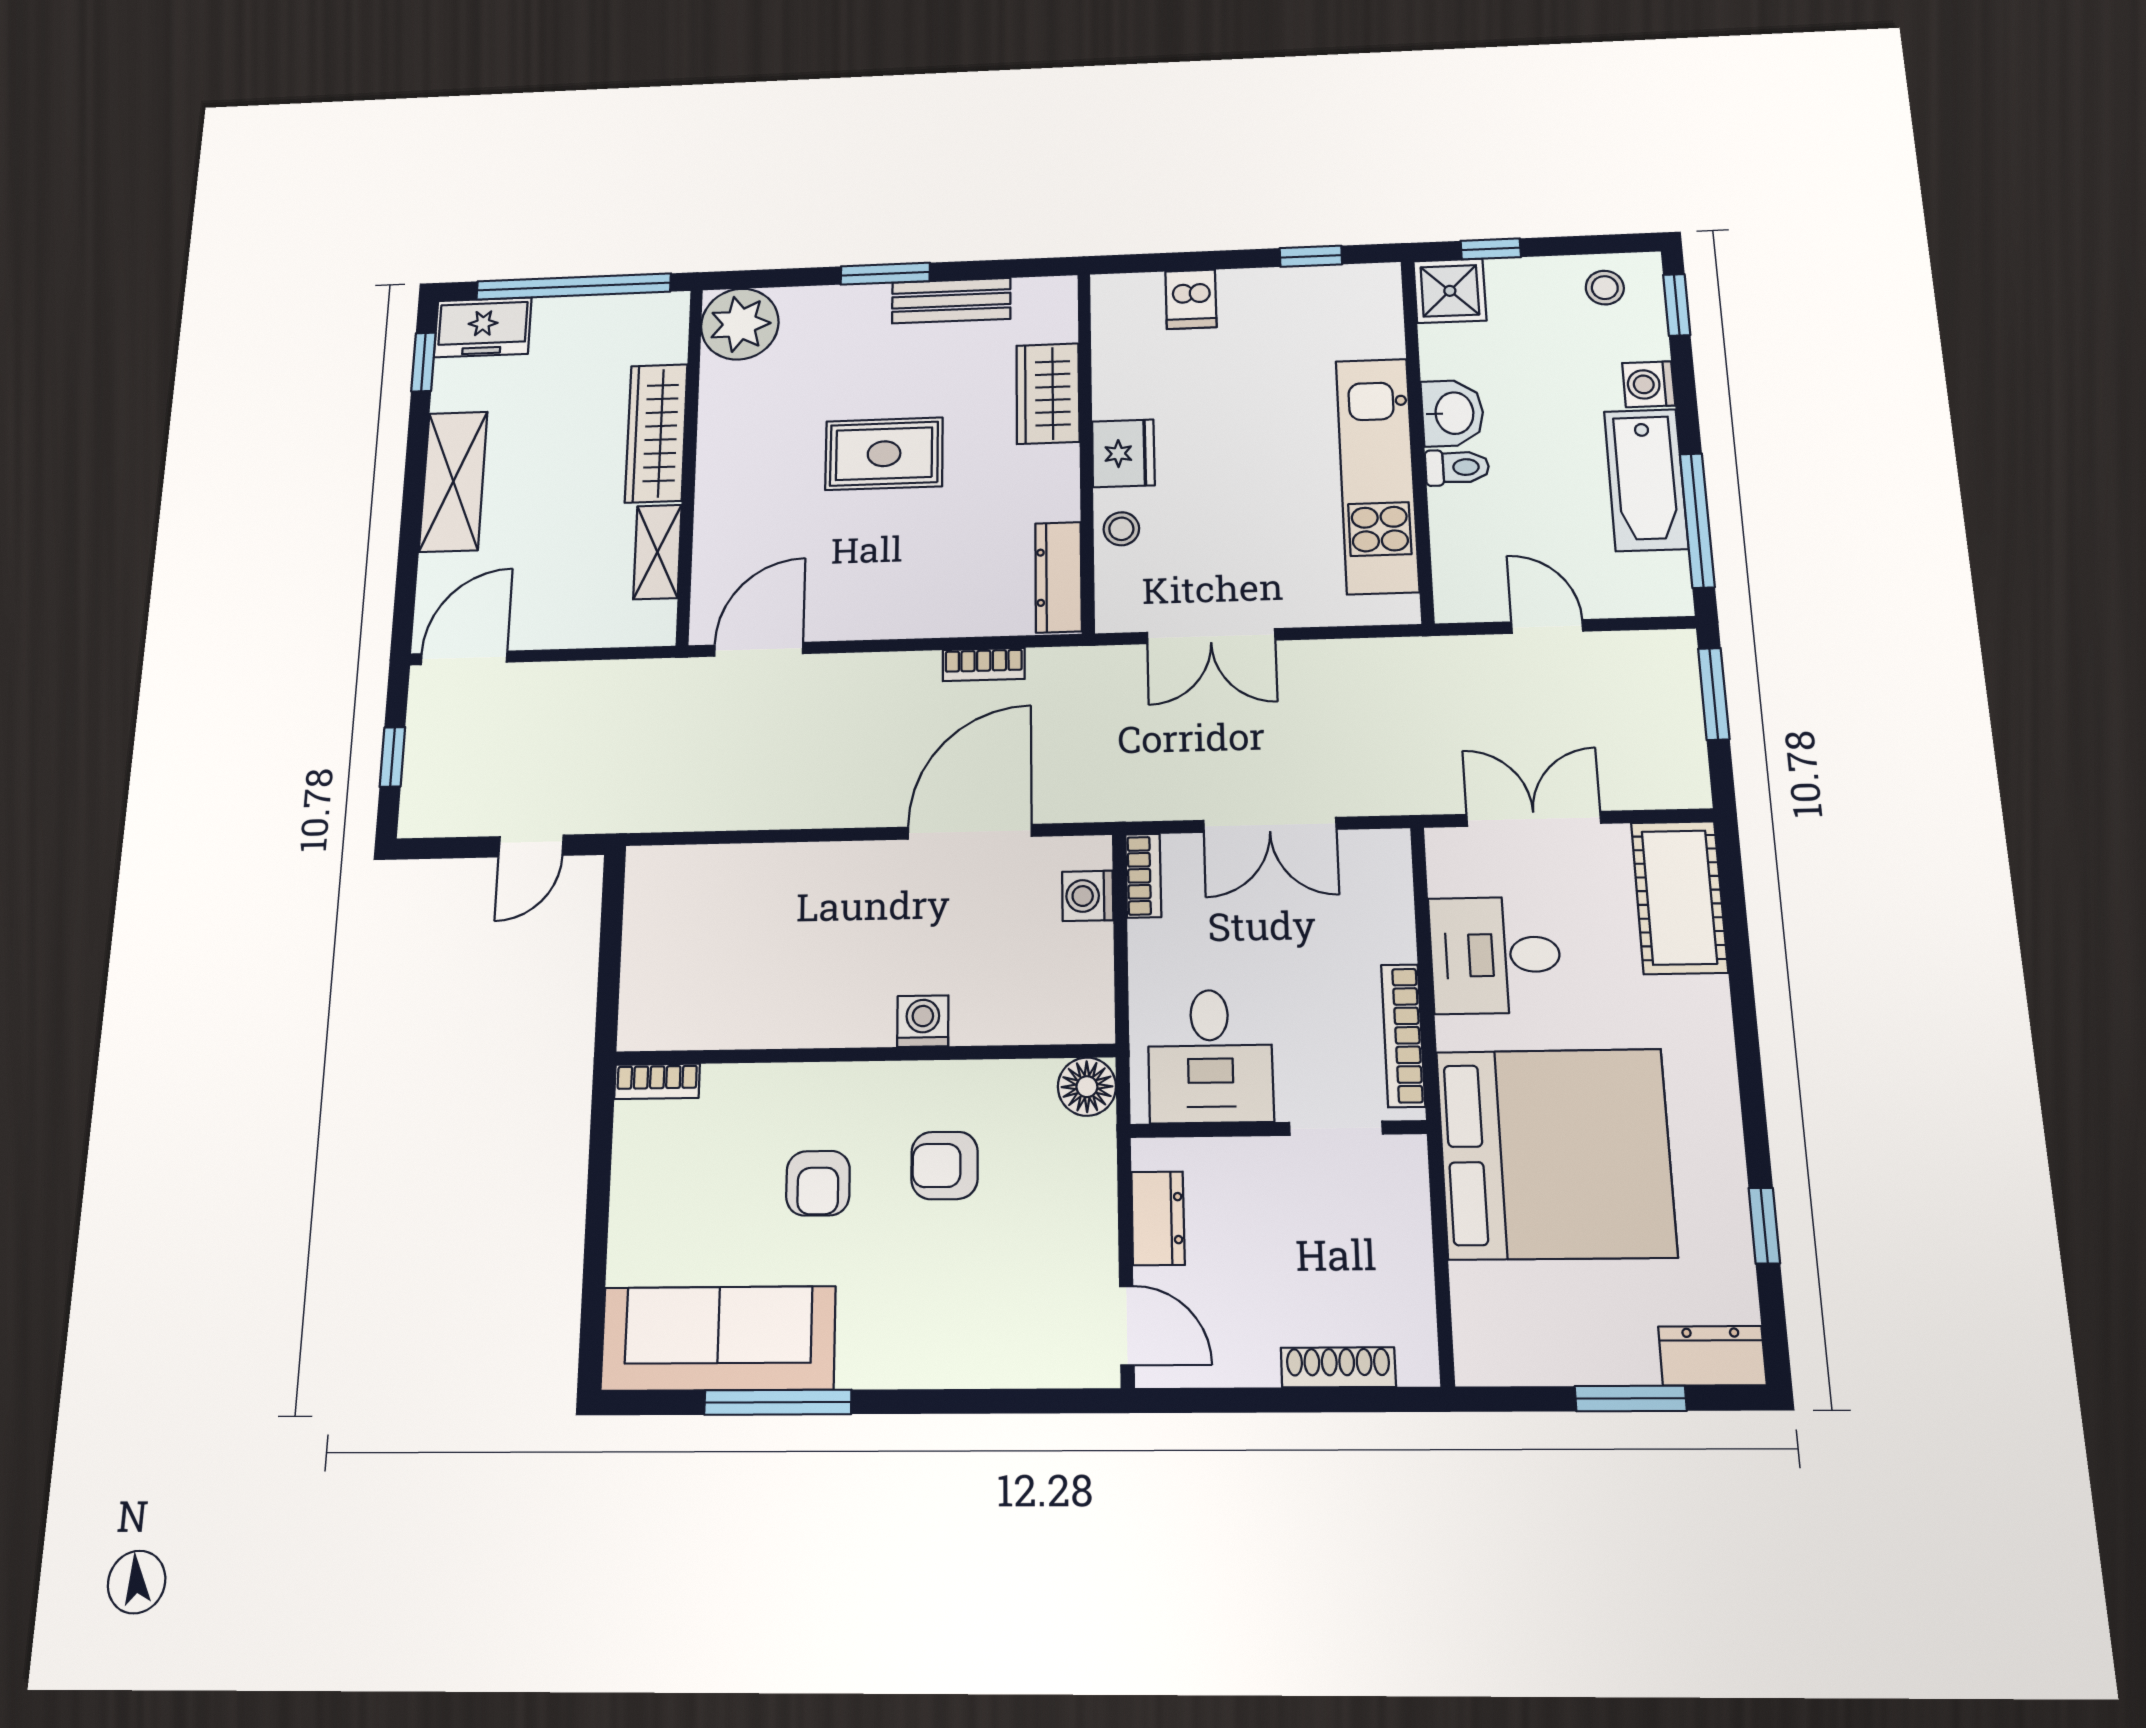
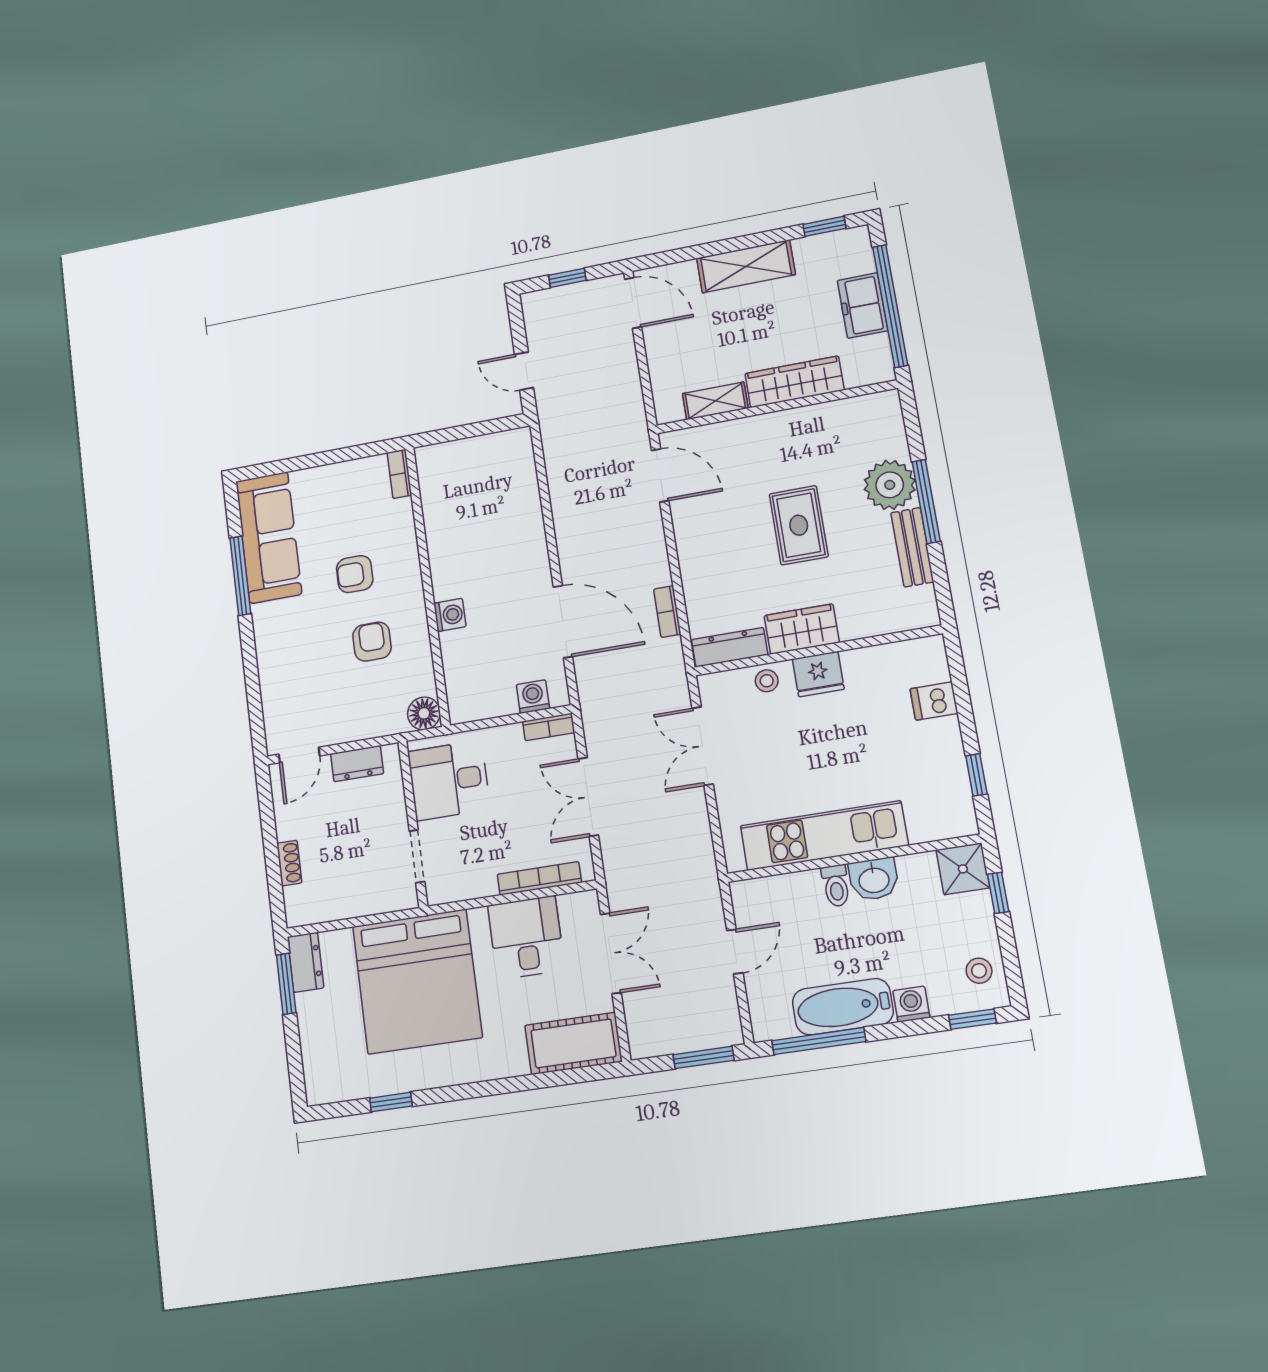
window: (885, 274) -> (926, 501), width x1.44
plant: (740, 324) -> (890, 485), moved
freezer: (483, 327) -> (862, 306), moved
wardrobe: (1048, 394) -> (802, 629), moved
bookcase: (1403, 1035) -> (539, 878), moved
dresser: (1712, 1356) -> (306, 962), moved
shoe rack: (1338, 1367) -> (289, 863), width x0.70
window: (1631, 1398) -> (286, 984), moved

